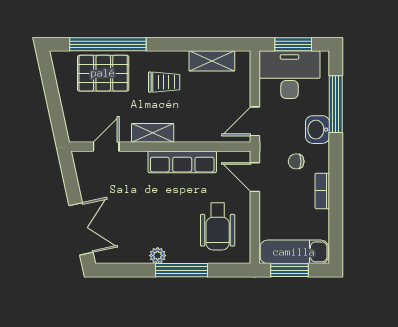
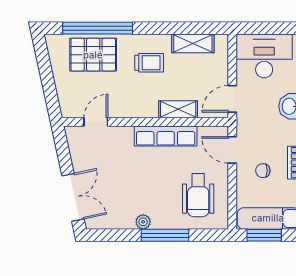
window: (293, 44) -> (268, 28), removed
shelving: (153, 133) -> (178, 109), moved
chair: (296, 161) -> (263, 171), moved

